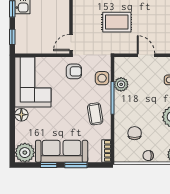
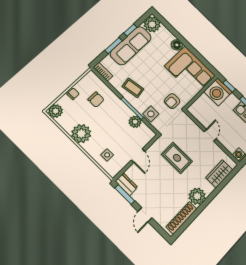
rug: (117, 22) -> (177, 158), turned 90
washing machine: (27, 41) -> (218, 92), added
door: (71, 43) -> (210, 135), moved
door: (146, 55) -> (138, 156), hinge flipped

